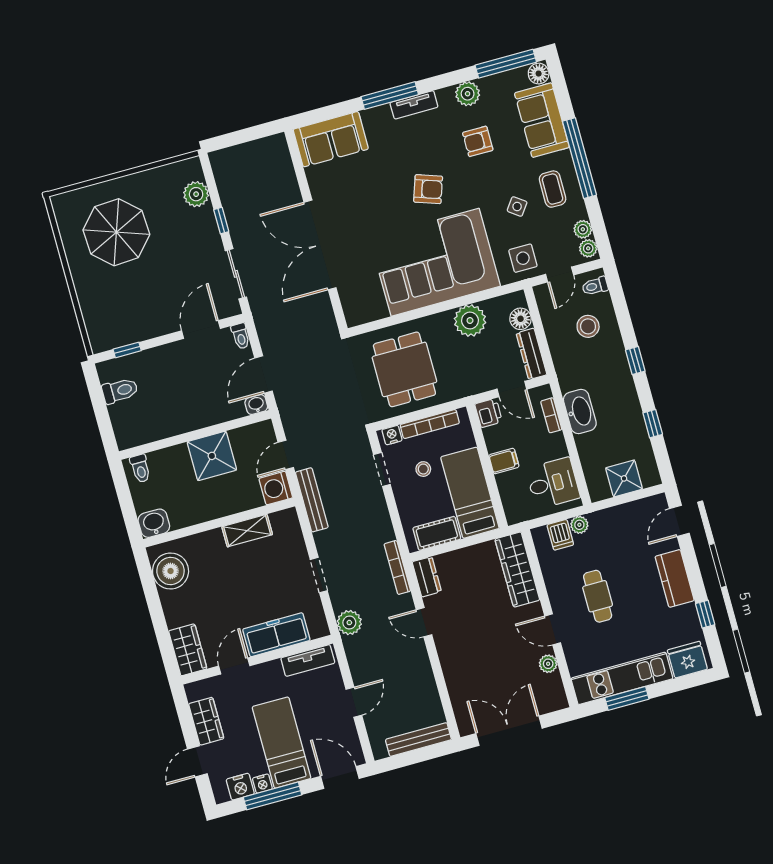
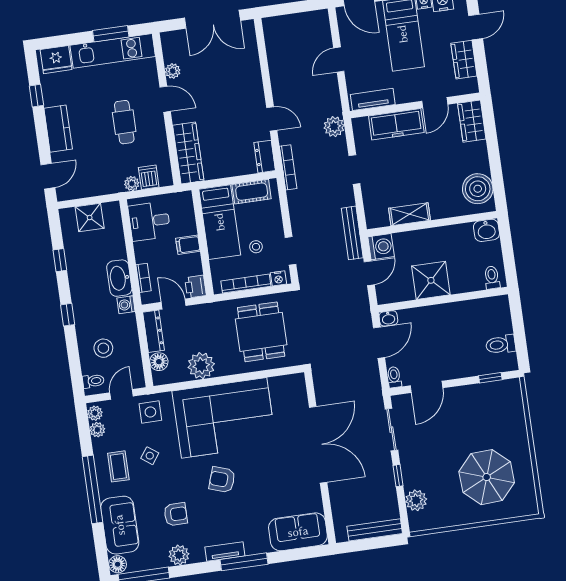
washing machine: (568, 381) -> (126, 305), added
bench: (418, 740) -> (375, 530), moved

